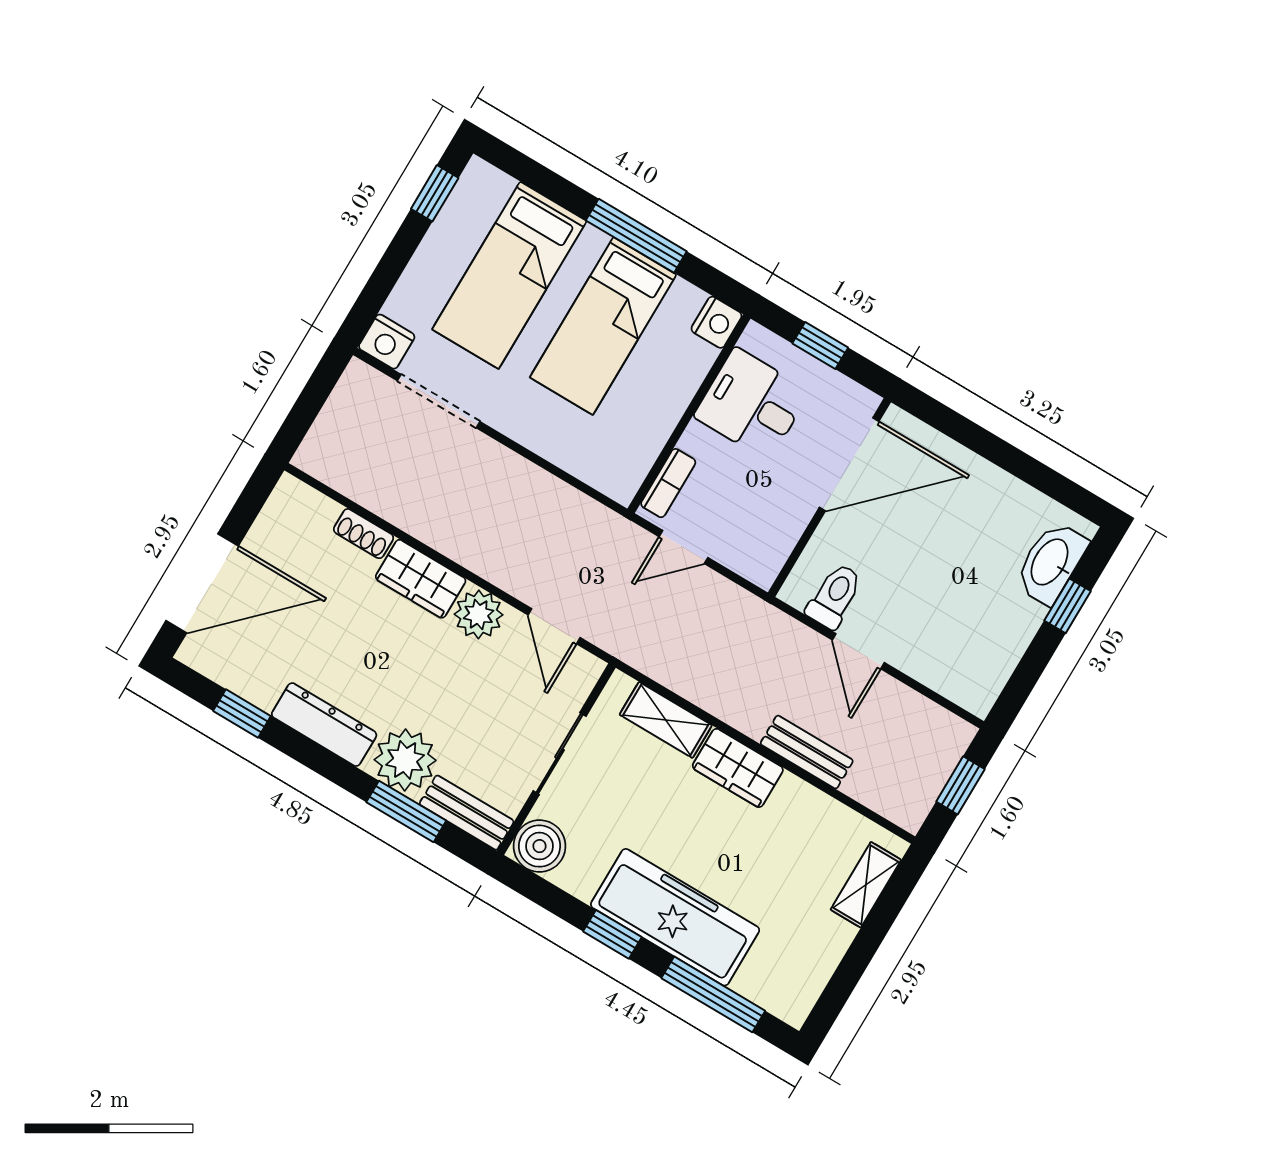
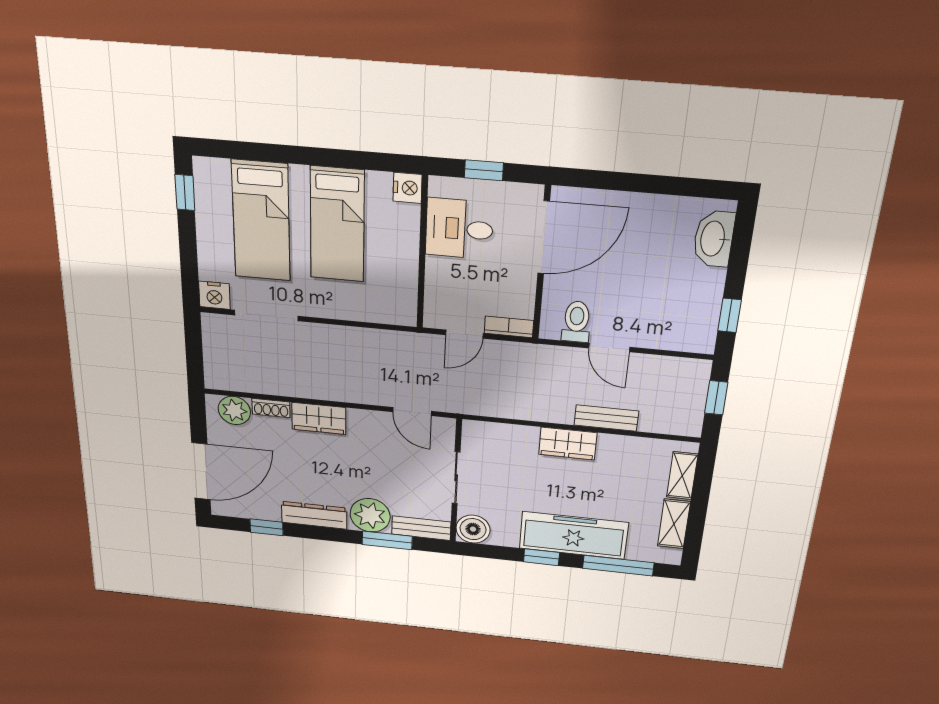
window: (636, 236) -> (324, 157), removed
bookcase: (668, 483) -> (509, 327), moved, turned -90
window: (1067, 606) -> (730, 315), moved
plant: (479, 614) -> (234, 410), moved
shelving: (666, 720) -> (674, 524), moved, turned 90

